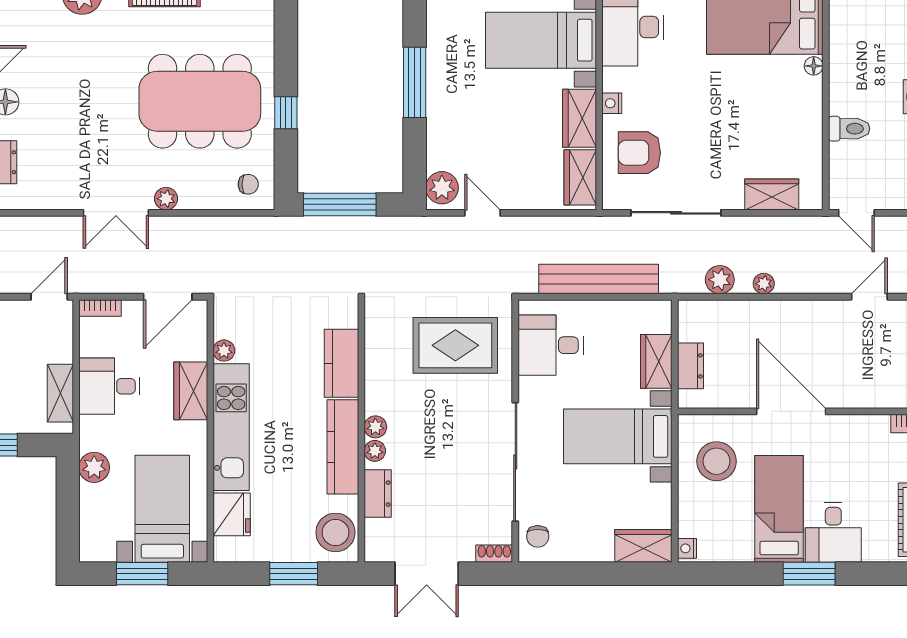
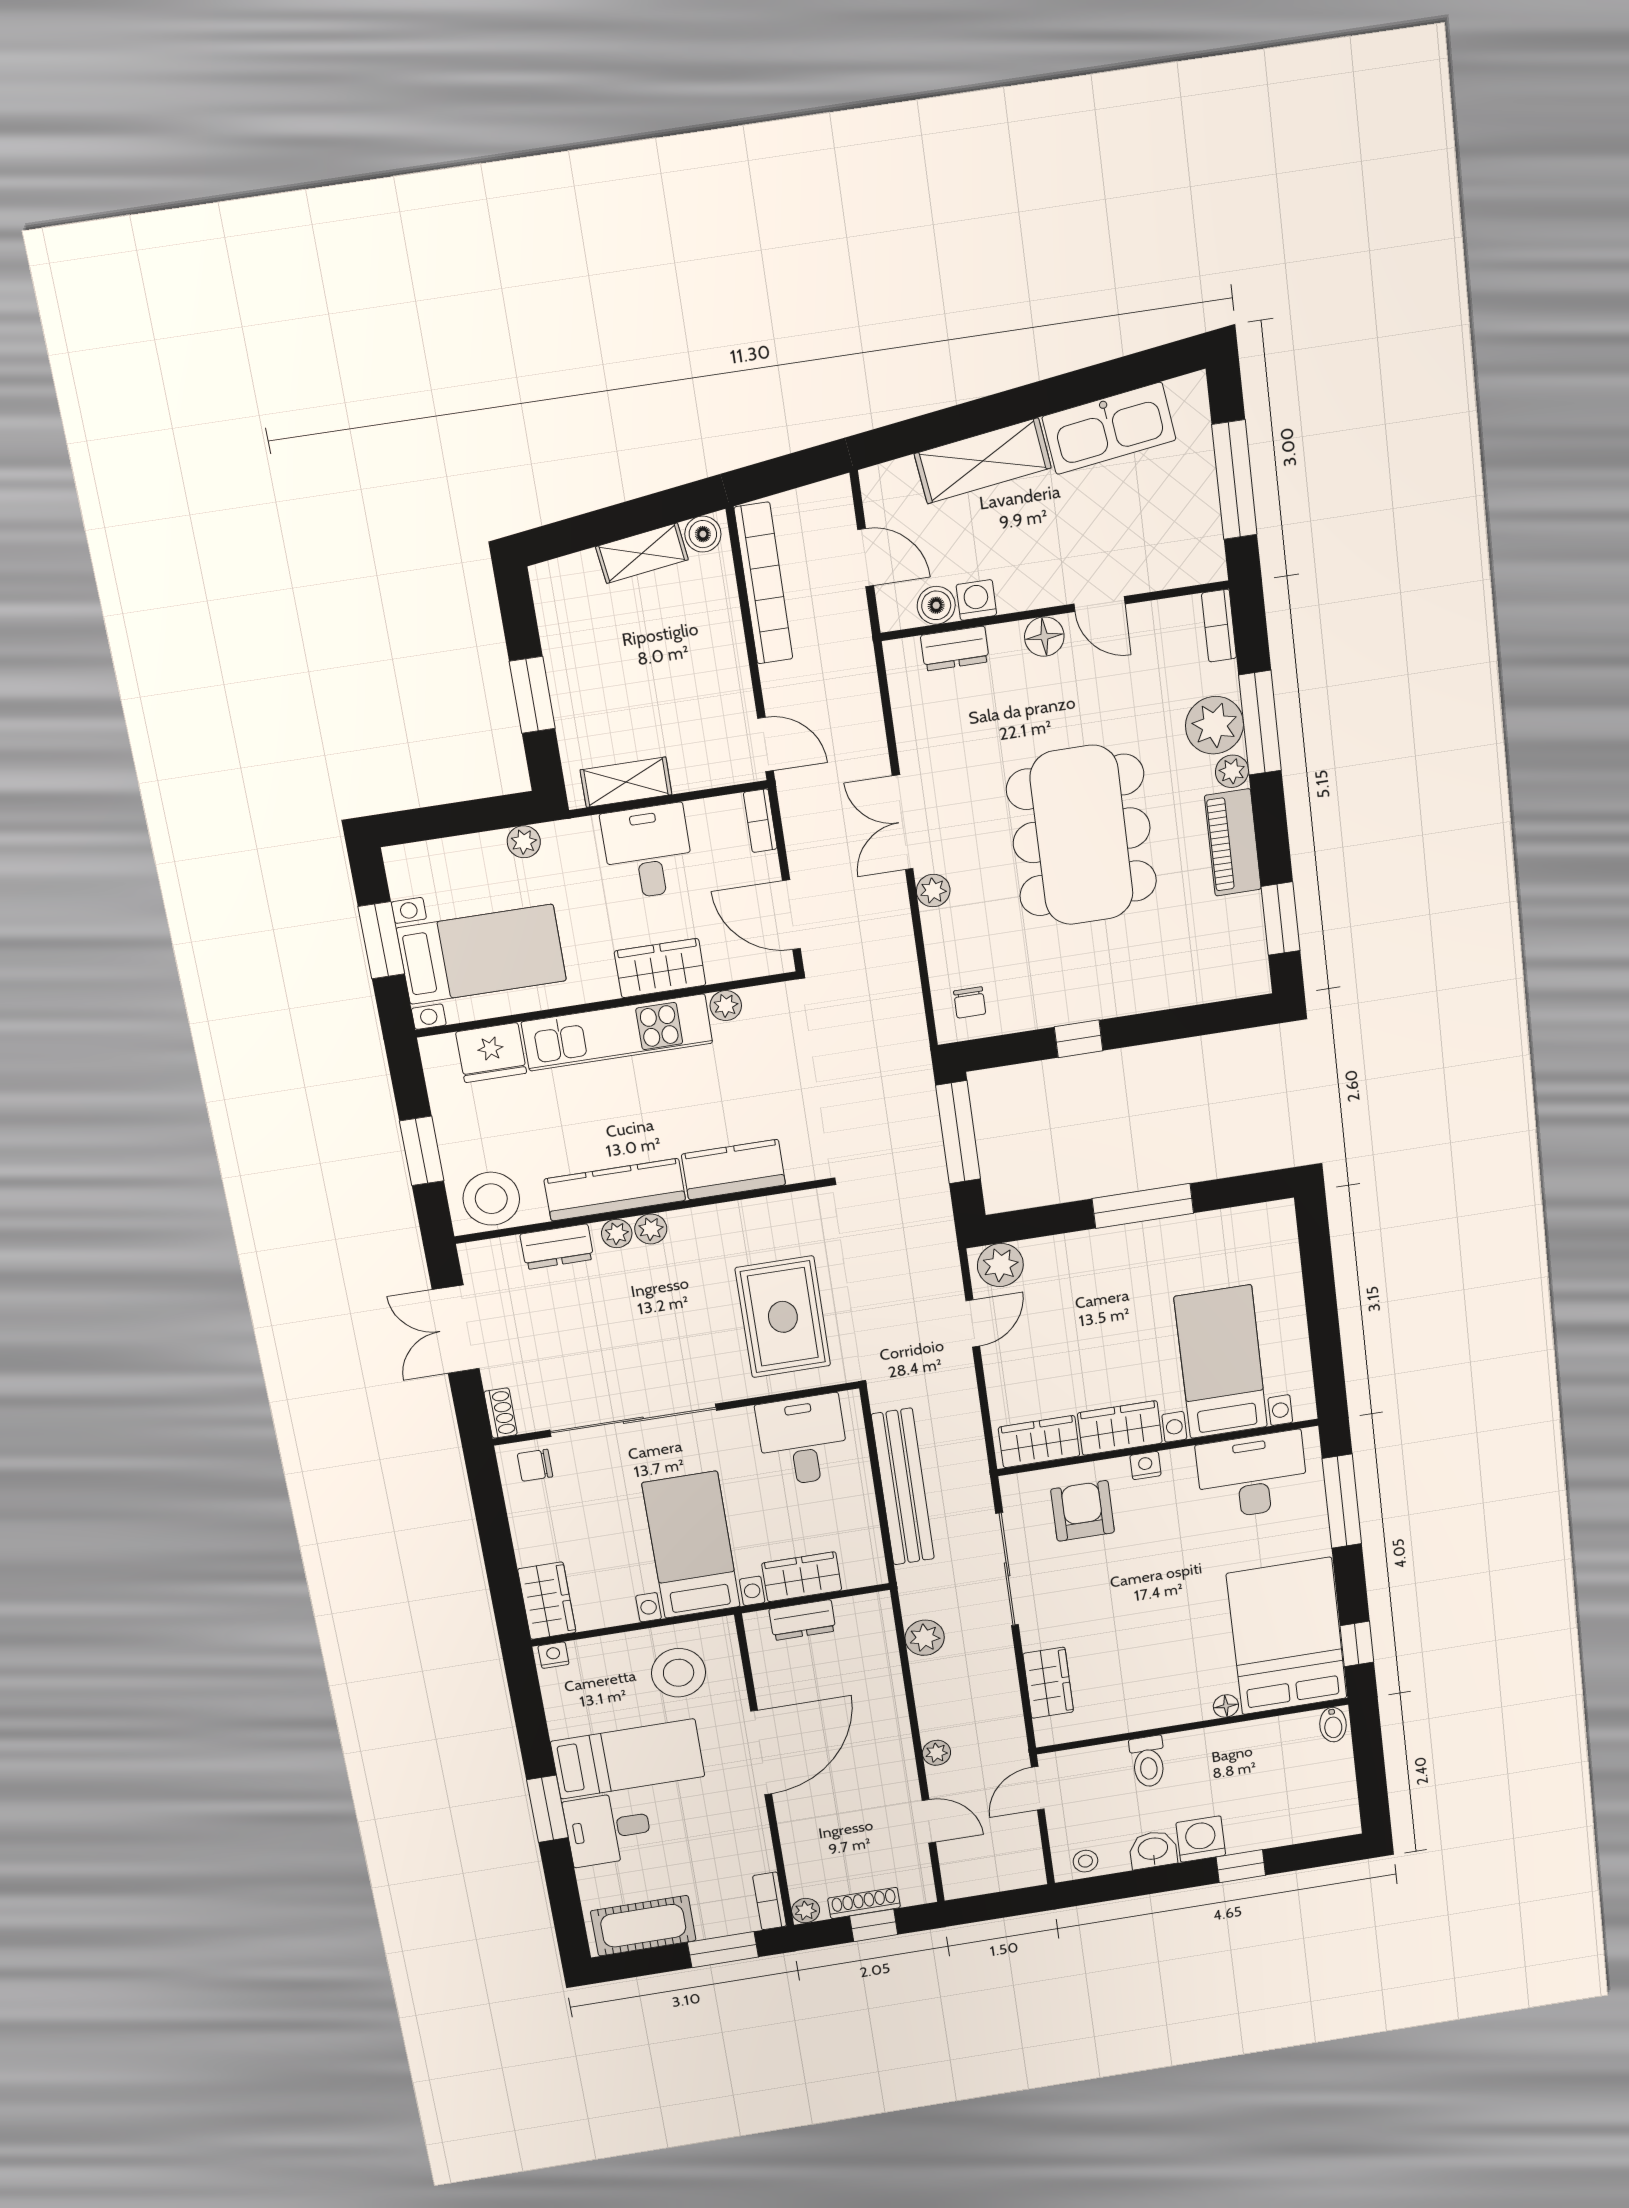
dining table: (200, 101) -> (1082, 835), moved
plant: (764, 284) -> (936, 1753), moved
plant: (94, 467) -> (524, 842), width x0.73, depth x0.73

